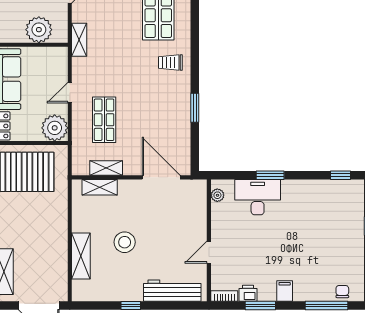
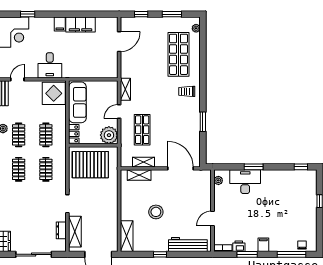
plant: (39, 30) -> (98, 69), removed
shelving: (79, 40) -> (125, 89), moved
shelving: (81, 256) -> (127, 236), moved

